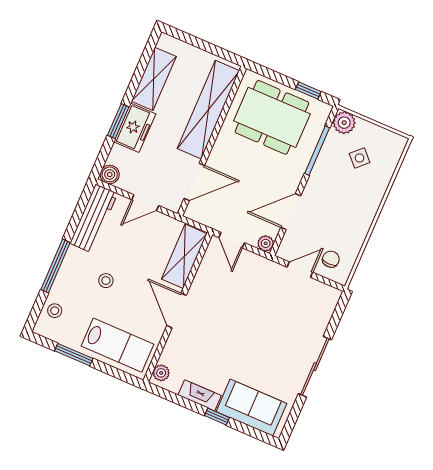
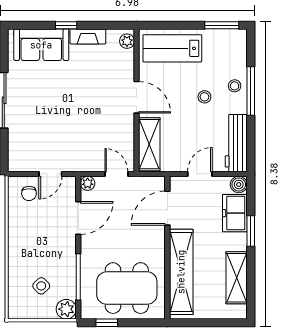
freezer: (135, 128) -> (235, 213), moved
stool: (55, 311) -> (235, 86), moved
window: (74, 355) -> (222, 25), moved

